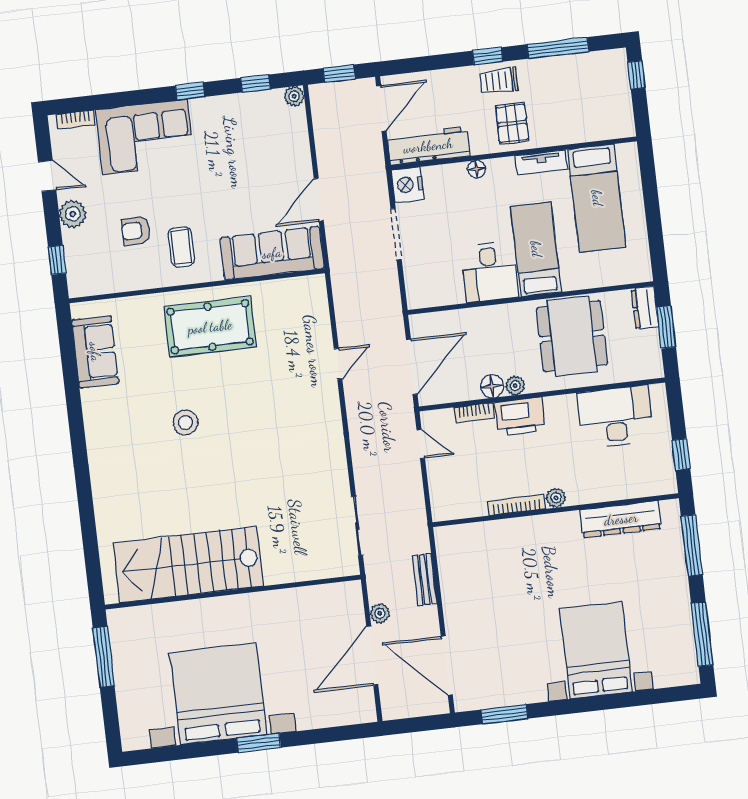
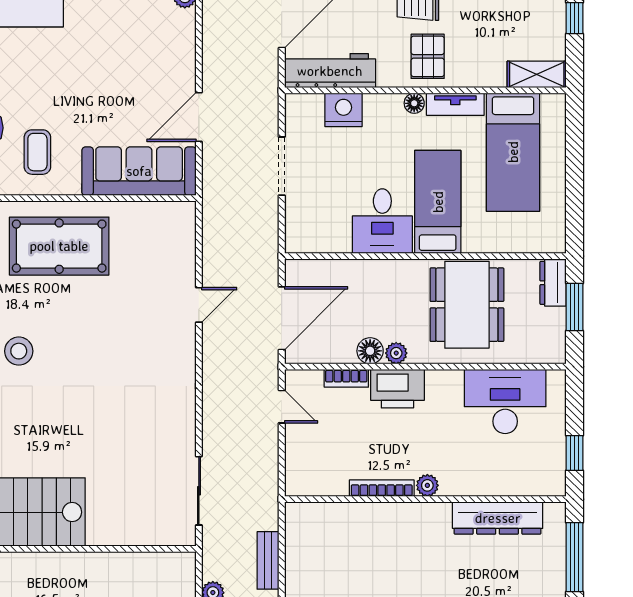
shelving: (609, 128) -> (537, 74), added
floor lamp: (477, 169) -> (414, 103), moved
nightstand: (408, 185) -> (343, 110), moved, turned 90

